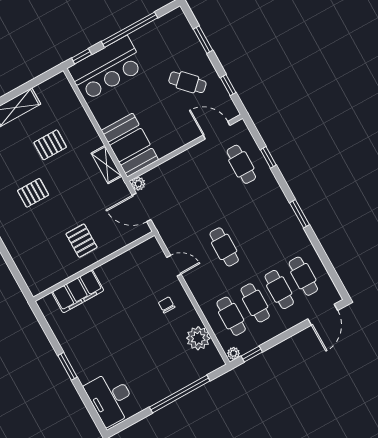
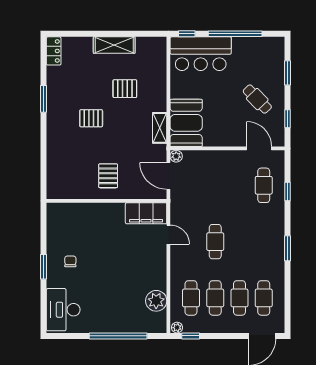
filing cabinet: (78, 291) -> (146, 213), moved
chair: (167, 305) -> (70, 261), moved

